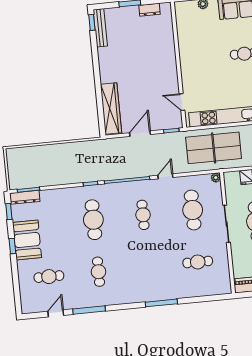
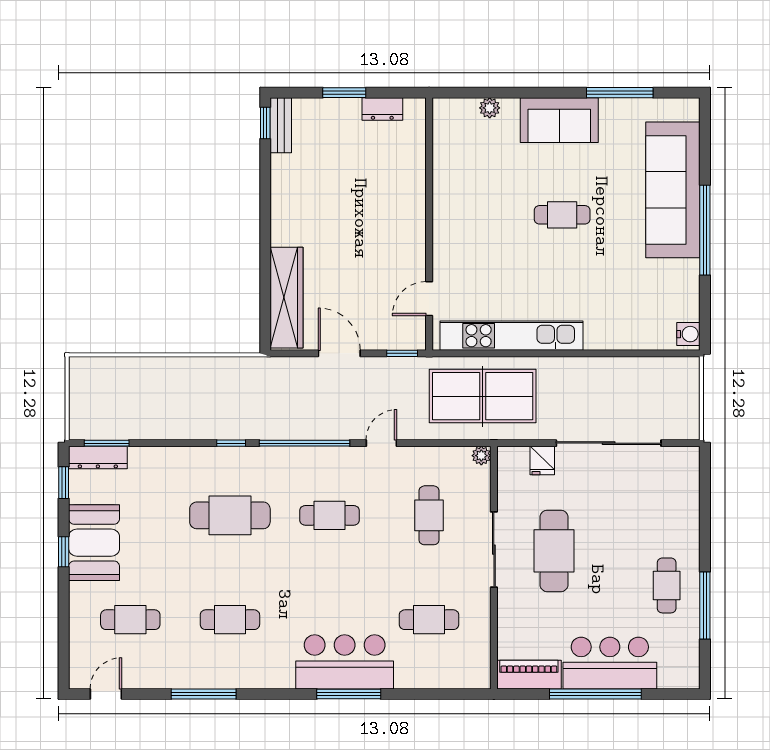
bench: (100, 28) -> (281, 125), width x0.73
door: (182, 102) -> (429, 299), hinge flipped
door: (140, 134) -> (339, 353), hinge flipped
cafe table: (193, 210) -> (429, 515), width x0.73, depth x0.74
cafe table: (143, 215) -> (329, 515), turned 90
cafe table: (93, 220) -> (230, 515), turned 90
cafe table: (99, 272) -> (230, 620), turned 90
bar counter: (158, 287) -> (345, 662), added
door: (56, 313) -> (106, 694), moved

